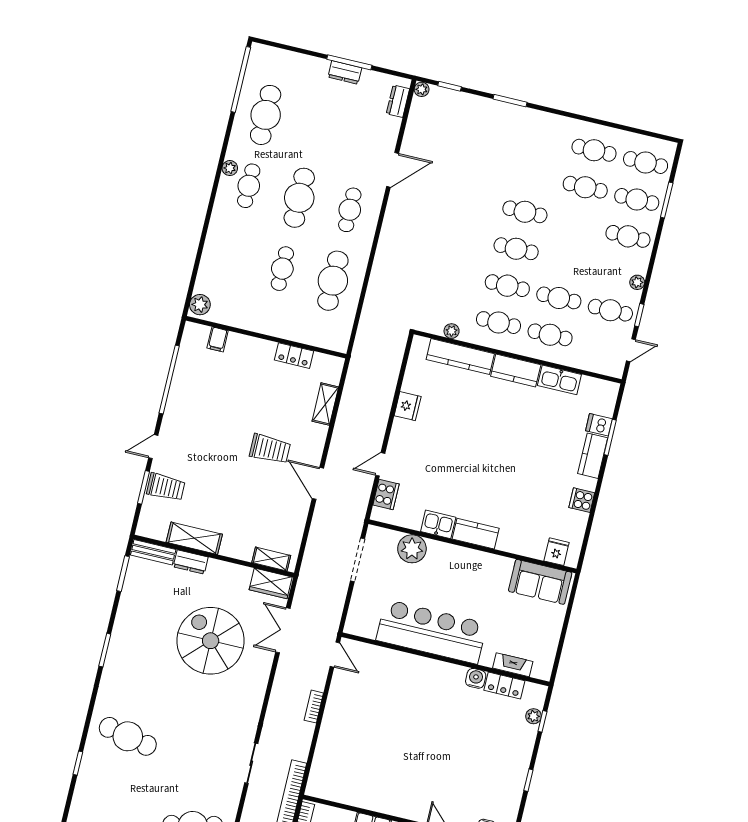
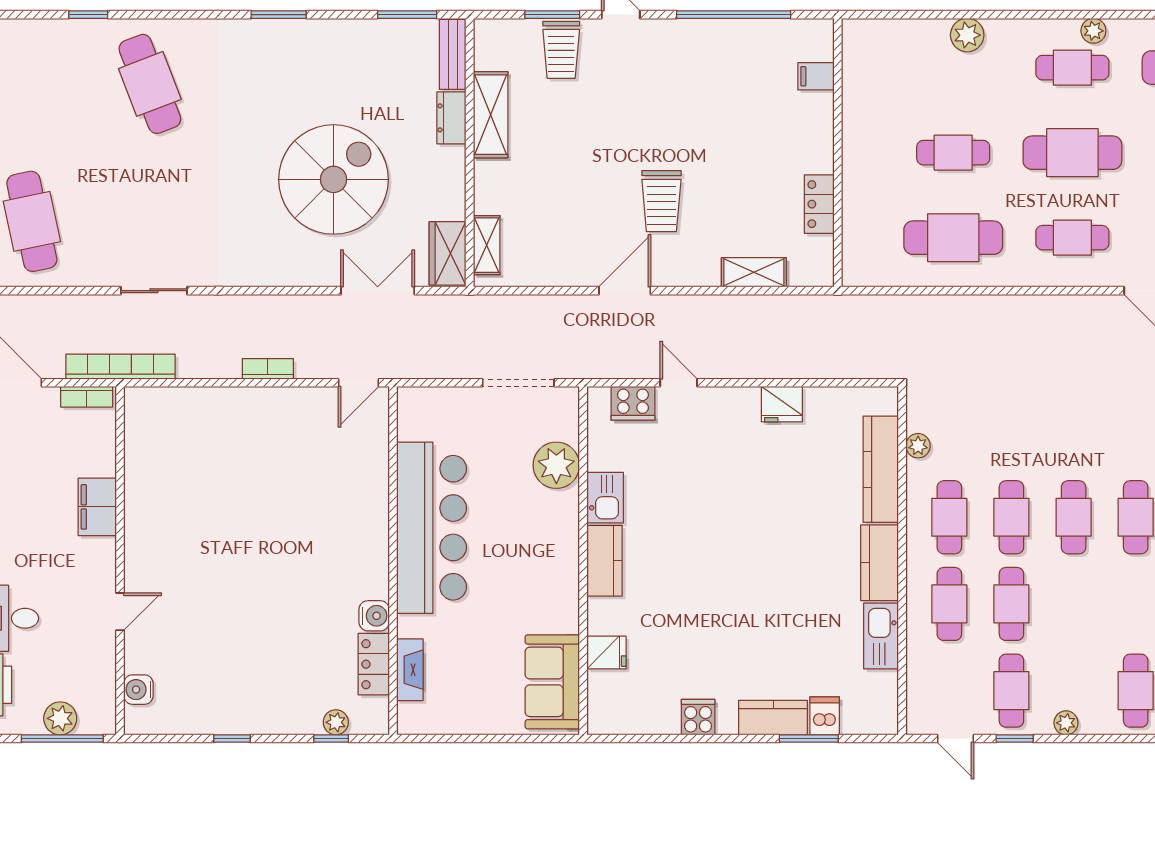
plant: (200, 305) -> (967, 35), moved
fridge: (557, 552) -> (606, 653), moved
cafe table: (128, 736) -> (150, 84), turned -33

